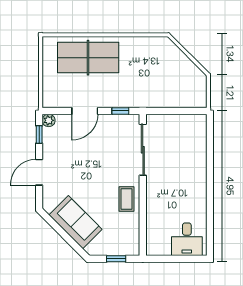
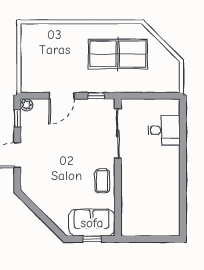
table tennis table: (88, 58) -> (118, 54), moved
sofa: (75, 222) -> (92, 223), moved, turned -45
desk: (187, 239) -> (164, 130), moved, turned -90

